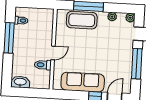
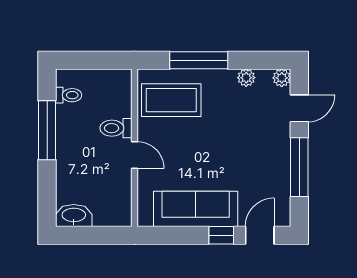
coffee table: (82, 20) -> (171, 100), moved
door: (53, 53) -> (135, 155), hinge flipped
toilet: (43, 65) -> (116, 128), moved

